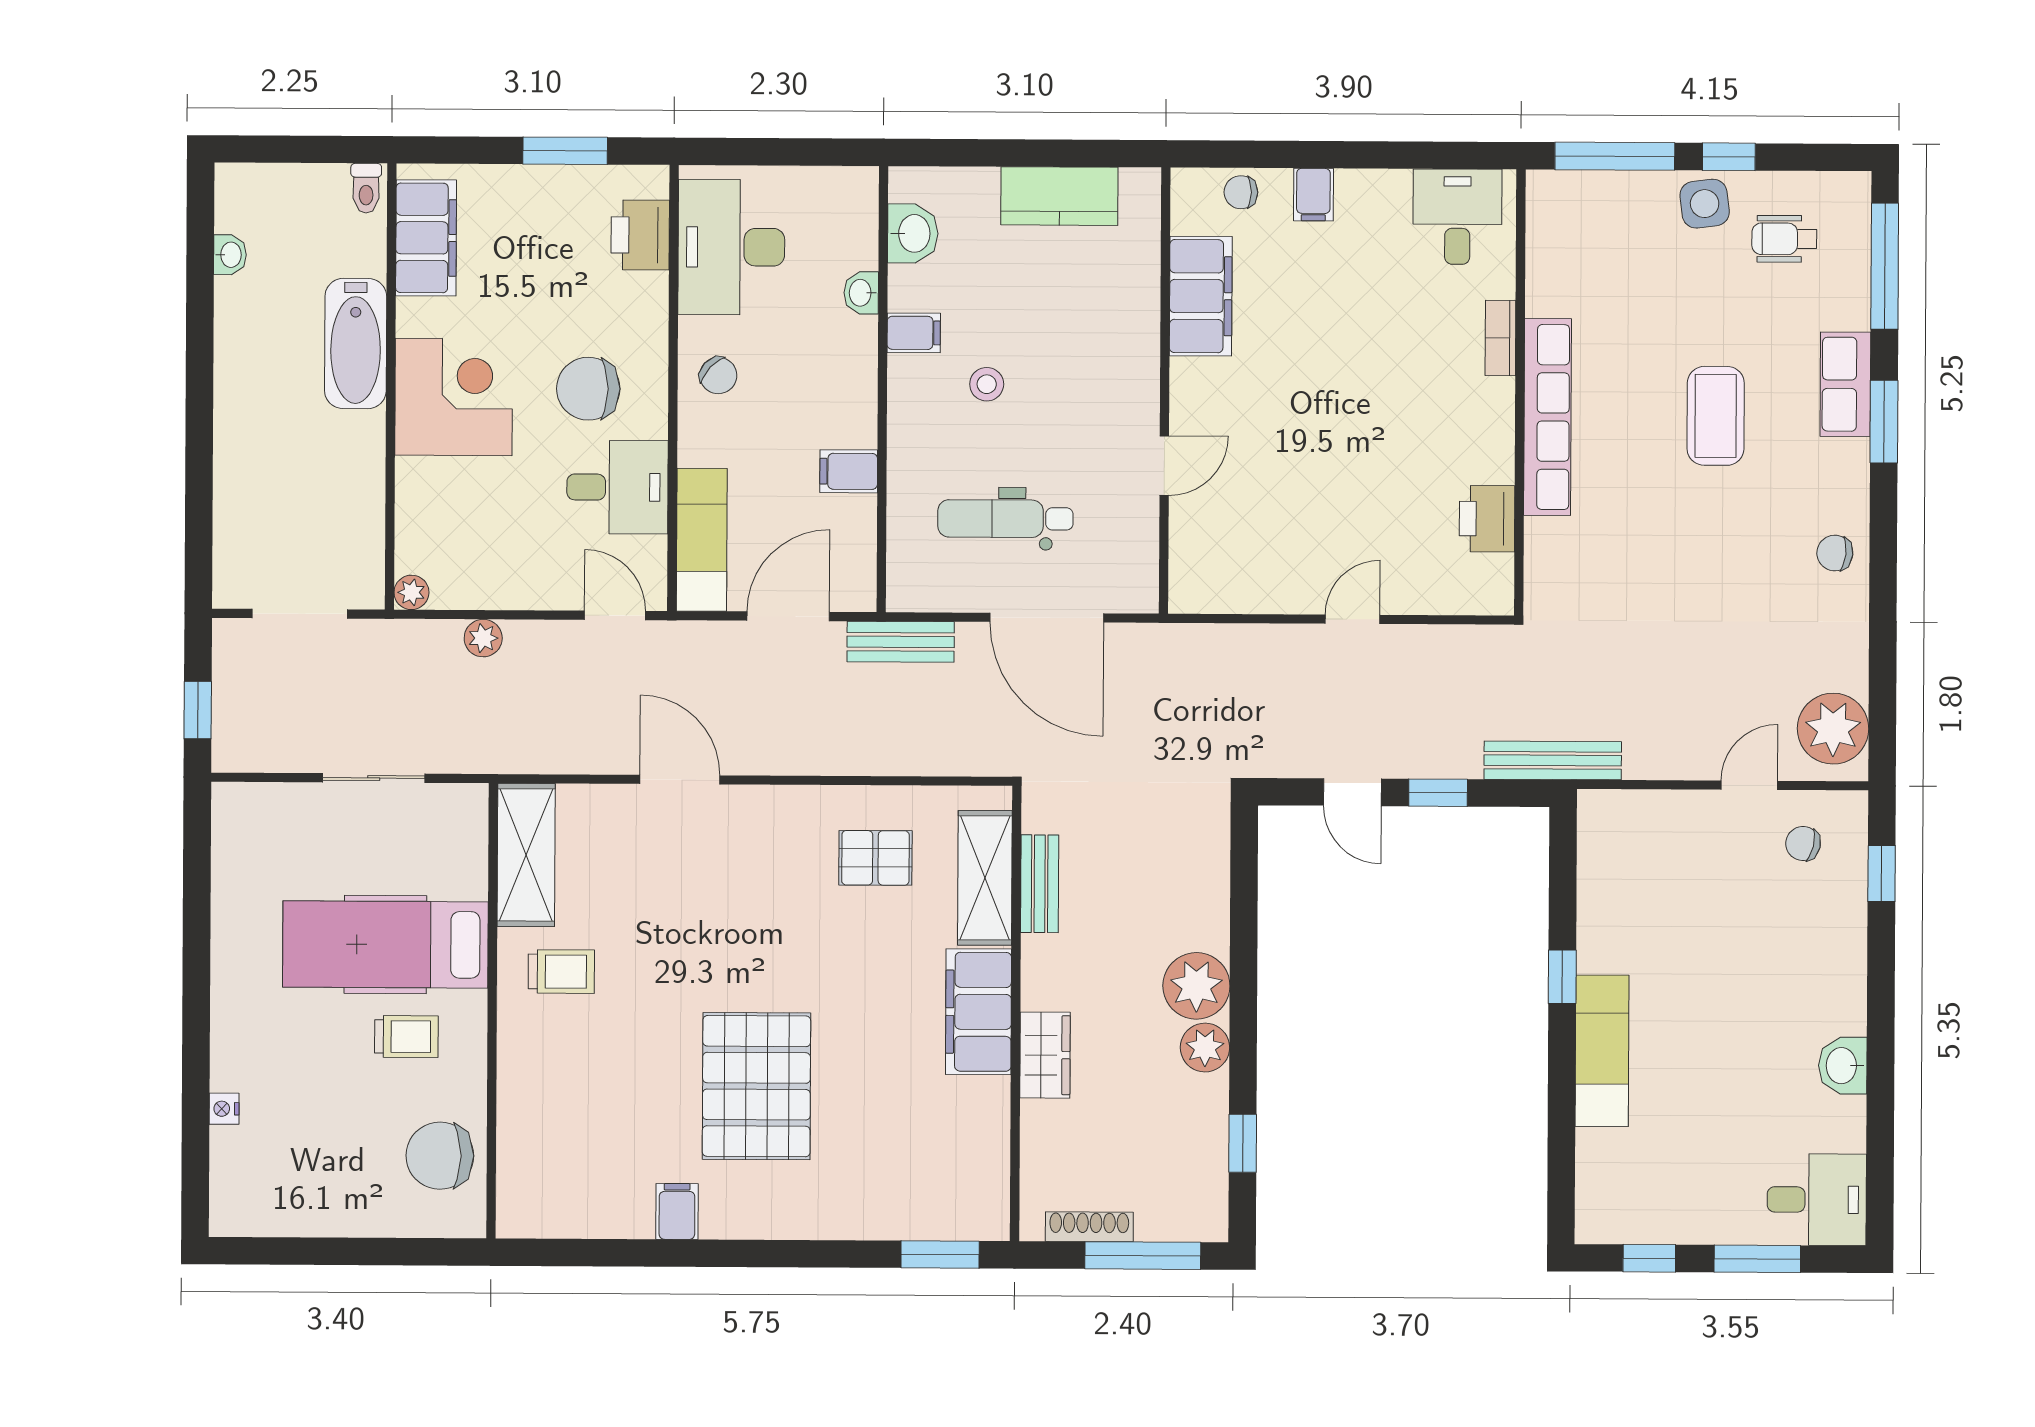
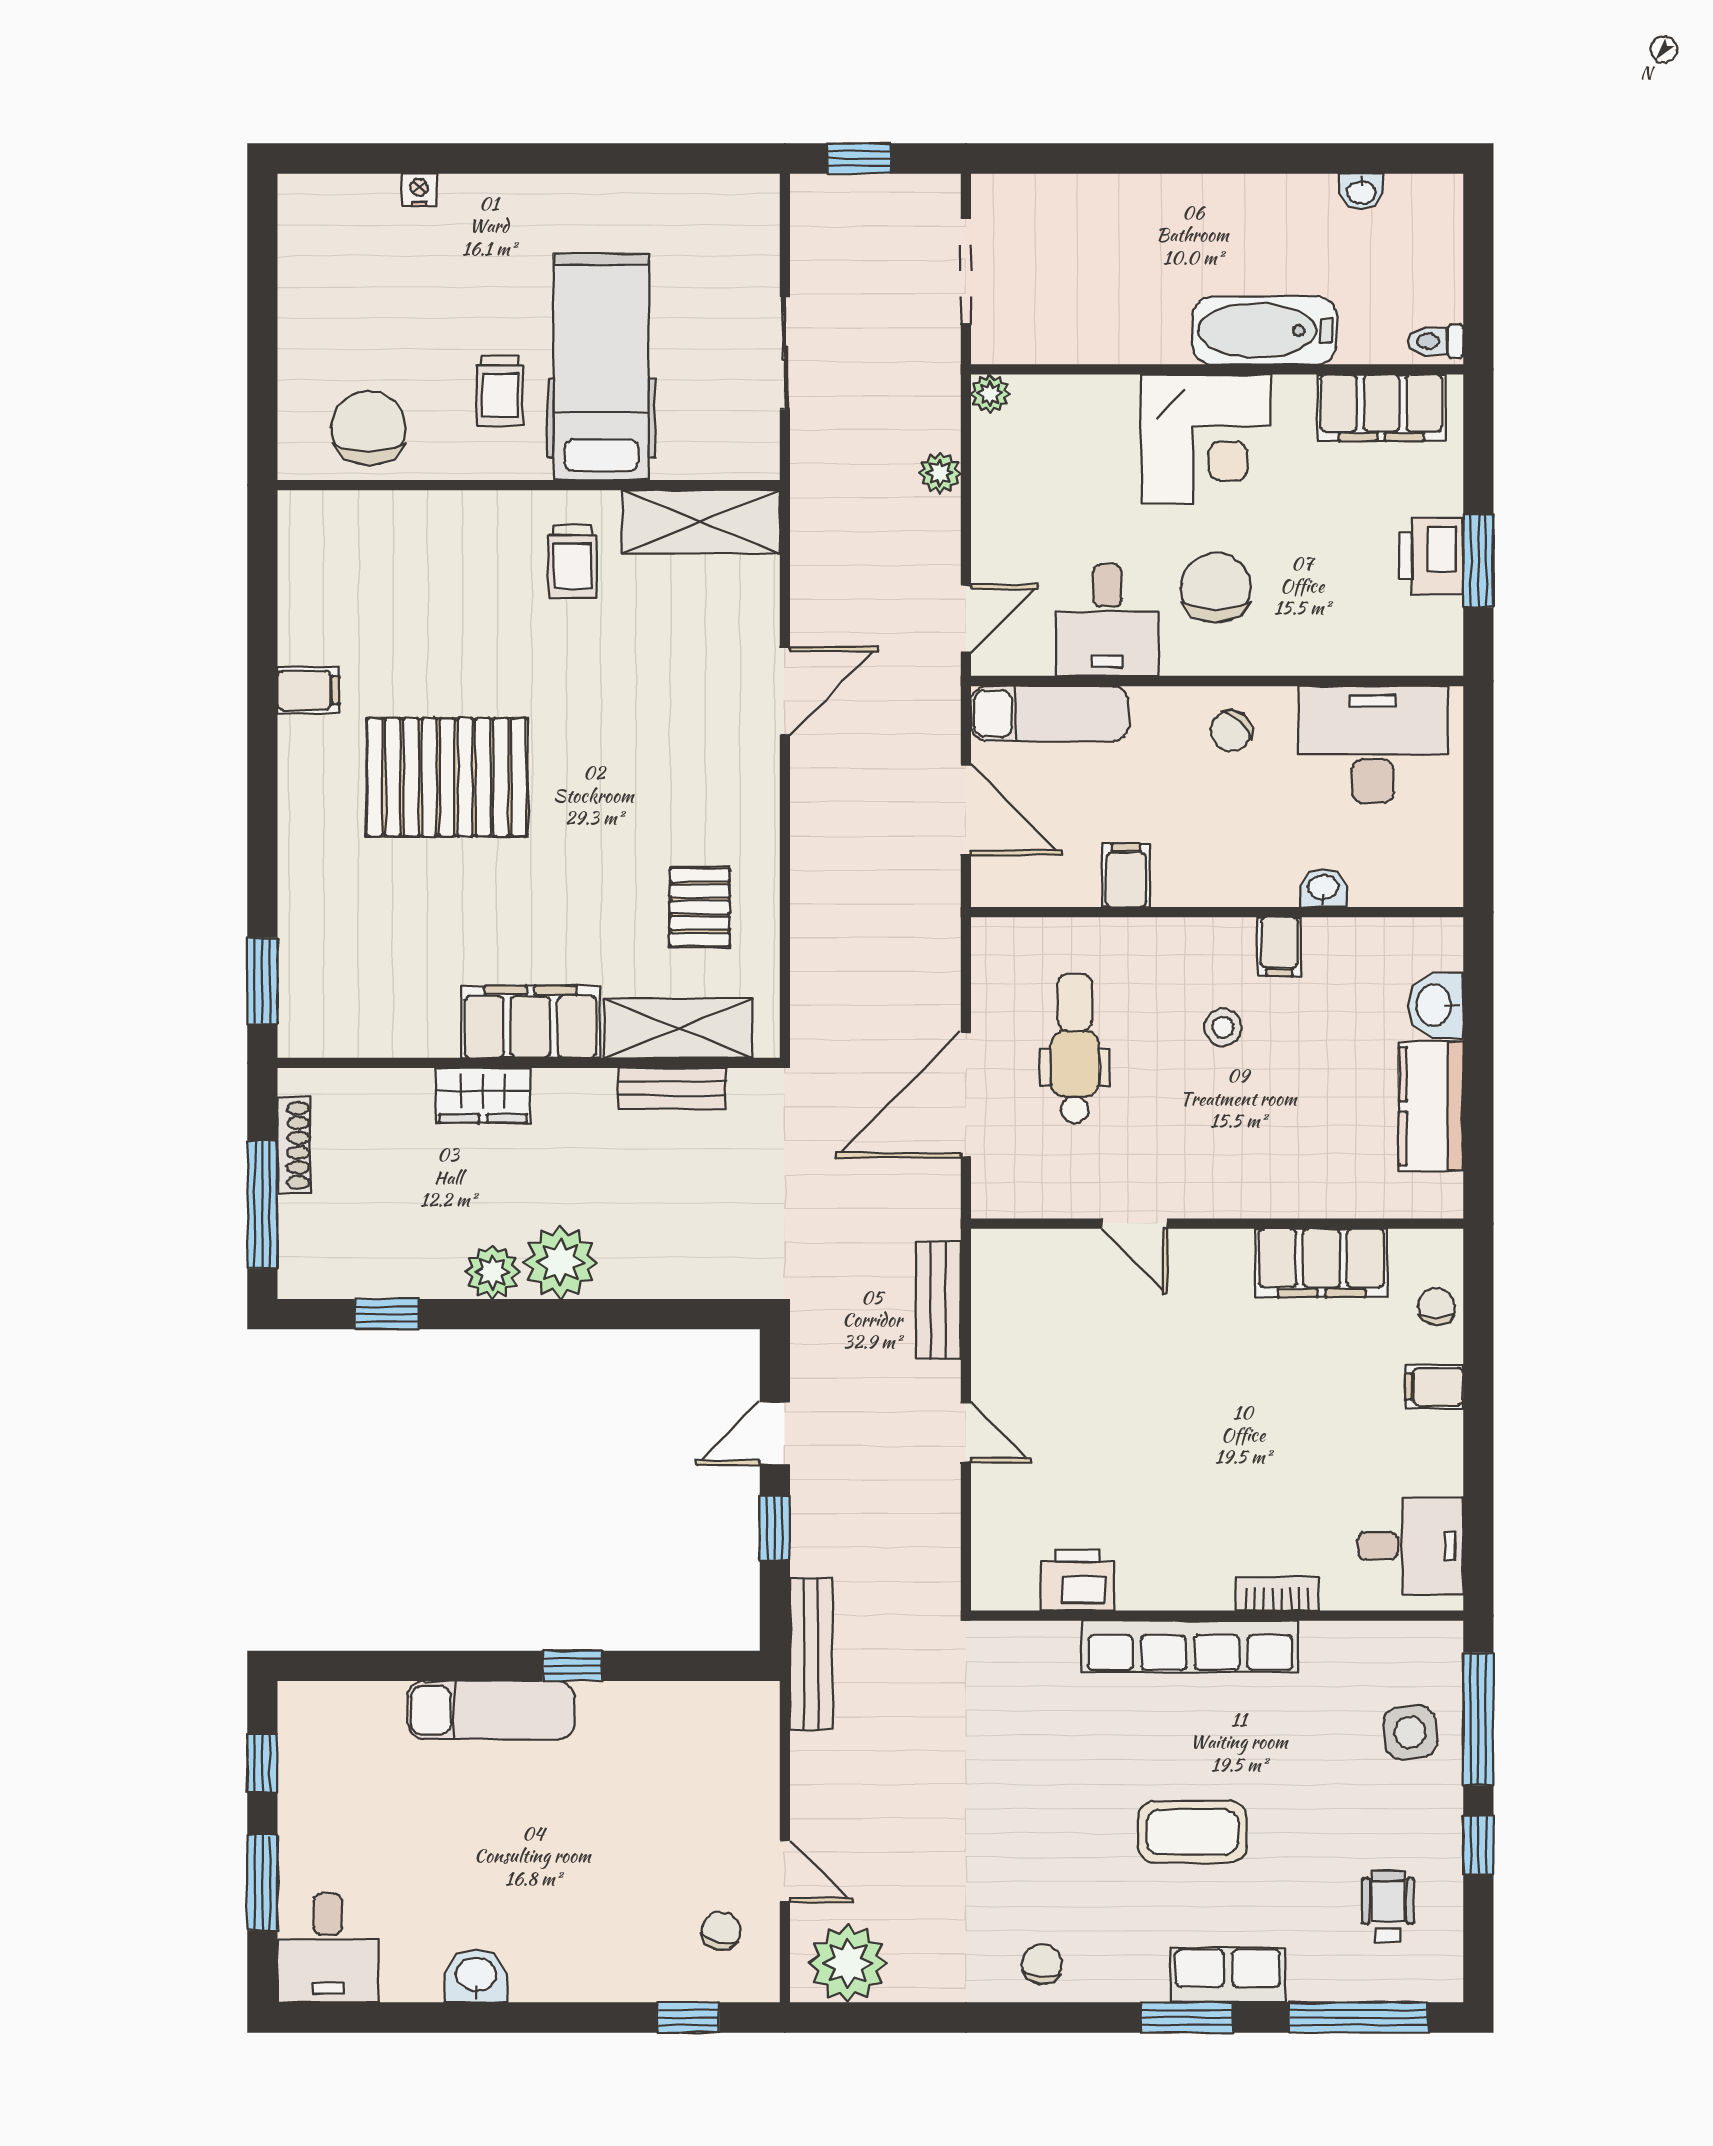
side table: (1705, 204) -> (1410, 1732), moved
washbasin: (913, 233) -> (1436, 1005), moved, turned 90
printer: (640, 235) -> (1431, 556), moved, turned -90
bench: (901, 642) -> (938, 1300), moved

